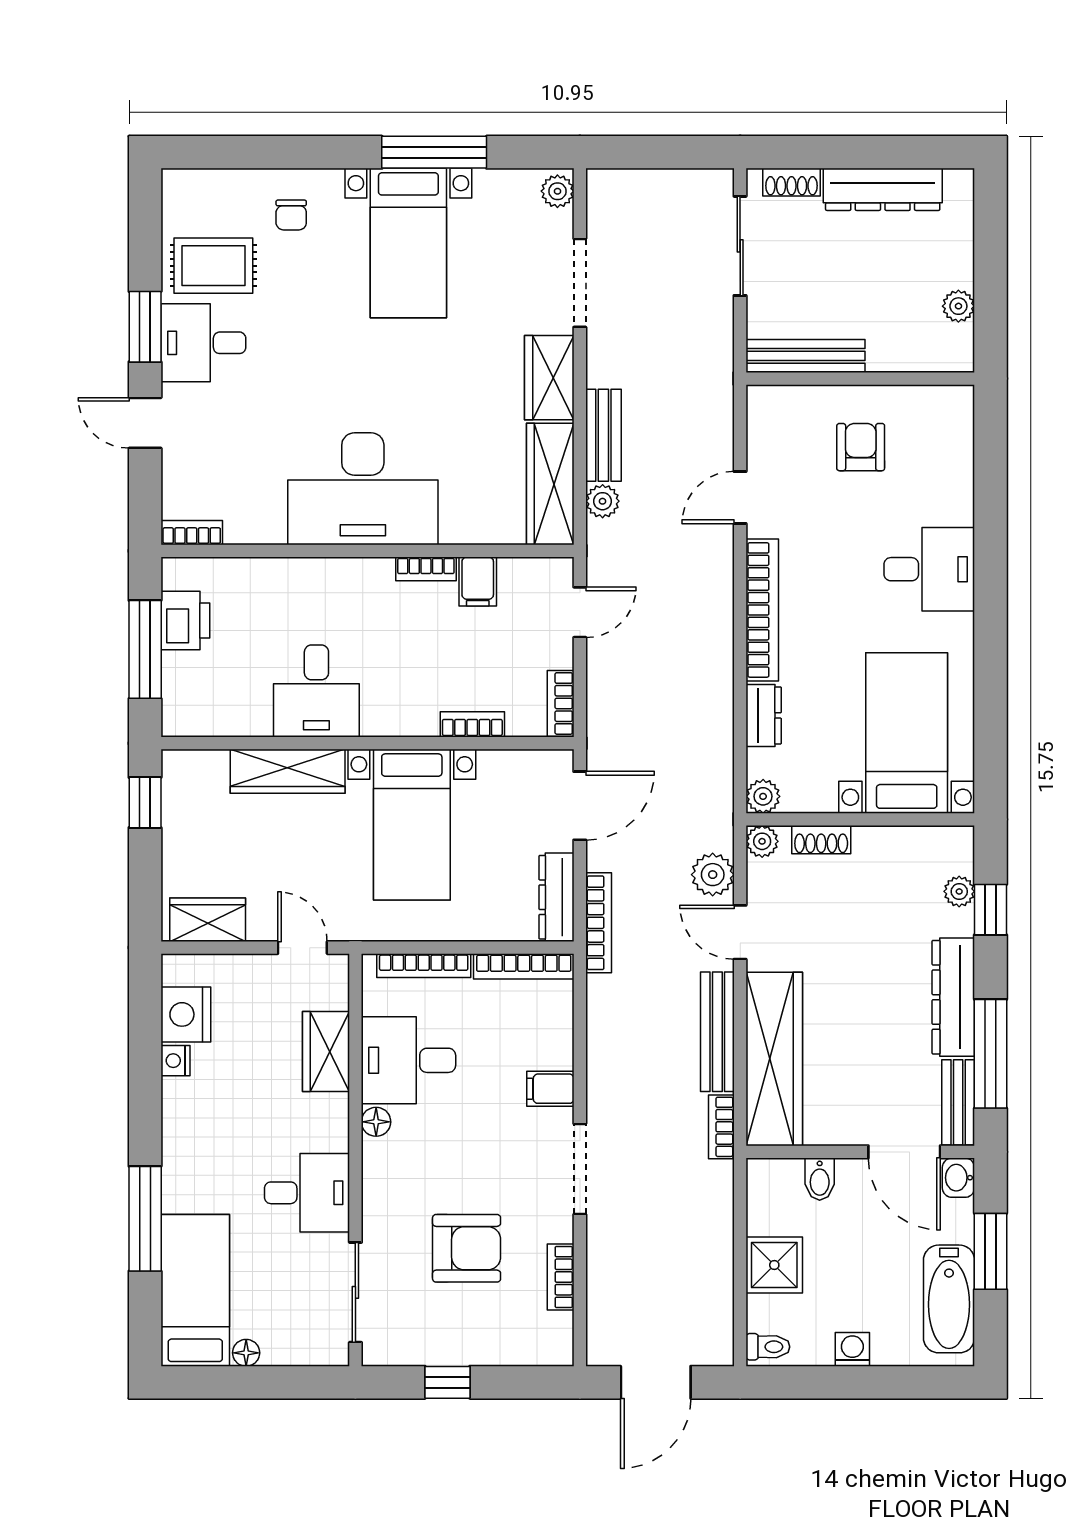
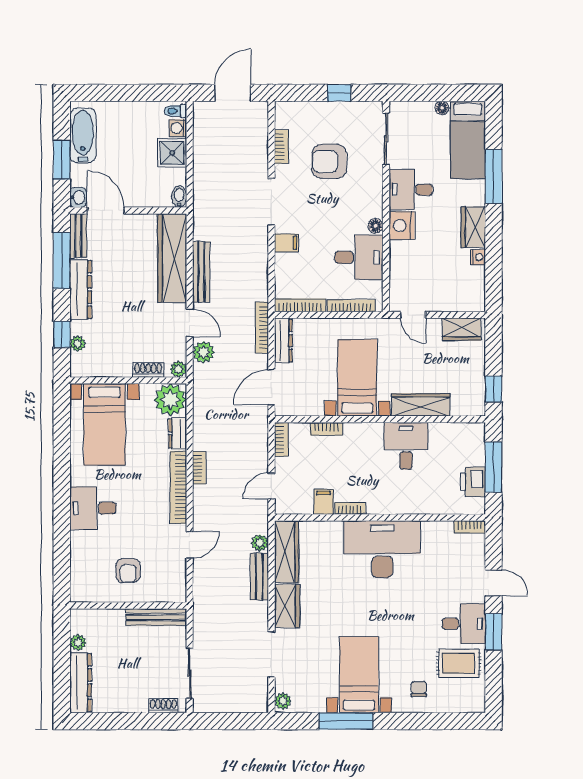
dresser: (883, 189) -> (81, 683), moved, turned 90
plant: (763, 796) -> (170, 400), width x1.87, depth x1.87
nightstand: (186, 1014) -> (402, 225), moved, turned 180
wardrobe: (326, 1052) -> (473, 227), moved, turned 180
bookcase: (721, 1127) -> (199, 468), moved
bidet: (820, 1179) -> (179, 197), moved
washing machine: (852, 1349) -> (178, 128), moved, turned 90

